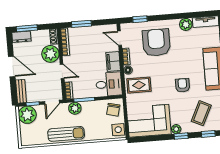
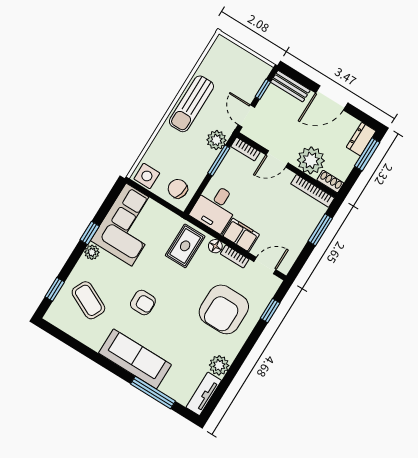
armchair: (156, 43) -> (224, 309), turned 90
plant: (27, 115) -> (254, 72), removed
window: (181, 136) -> (90, 233), moved

